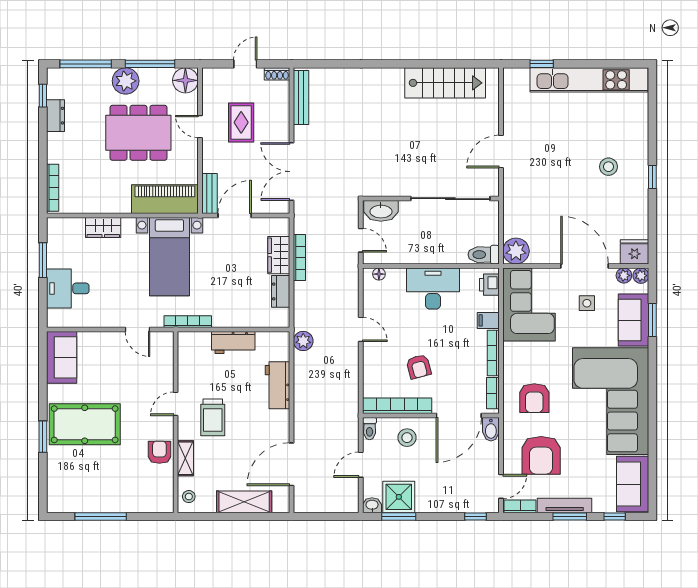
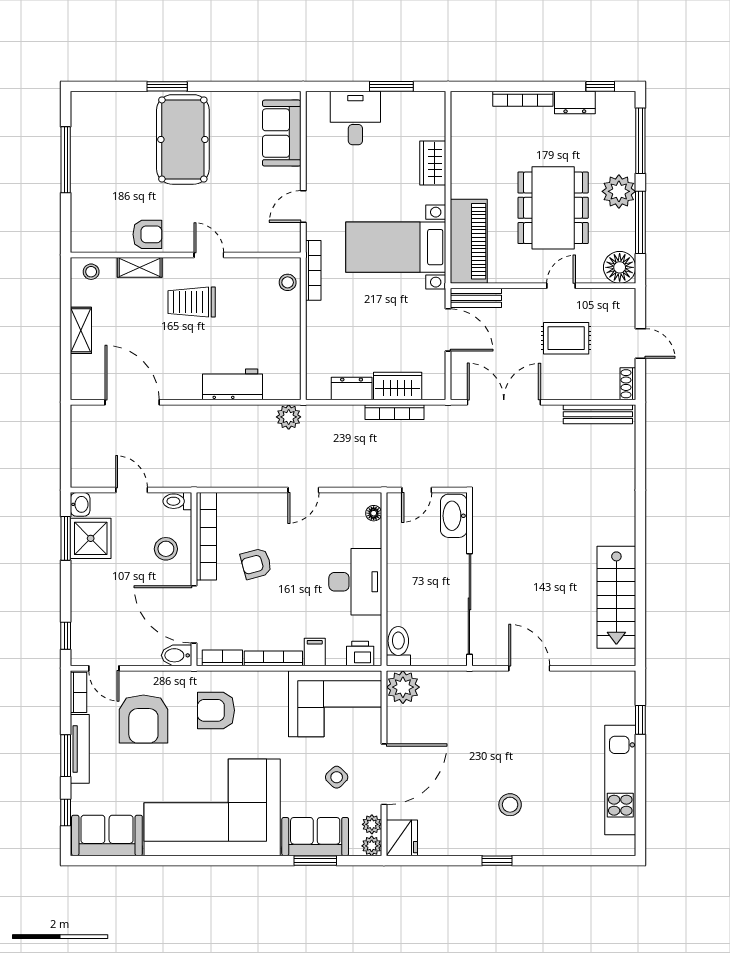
kitchen unit: (589, 80) -> (620, 780), width x0.73
bookcase: (53, 188) -> (523, 99), moved
side table: (587, 303) -> (337, 777), turned 45
stool: (197, 342) -> (288, 282), added
workbench: (233, 343) -> (287, 328), removed
sofa: (62, 357) -> (282, 133), moved, turned 90
armchair: (541, 455) -> (143, 719), turned -90
shelving: (244, 502) -> (81, 330), width x0.67, depth x0.75

